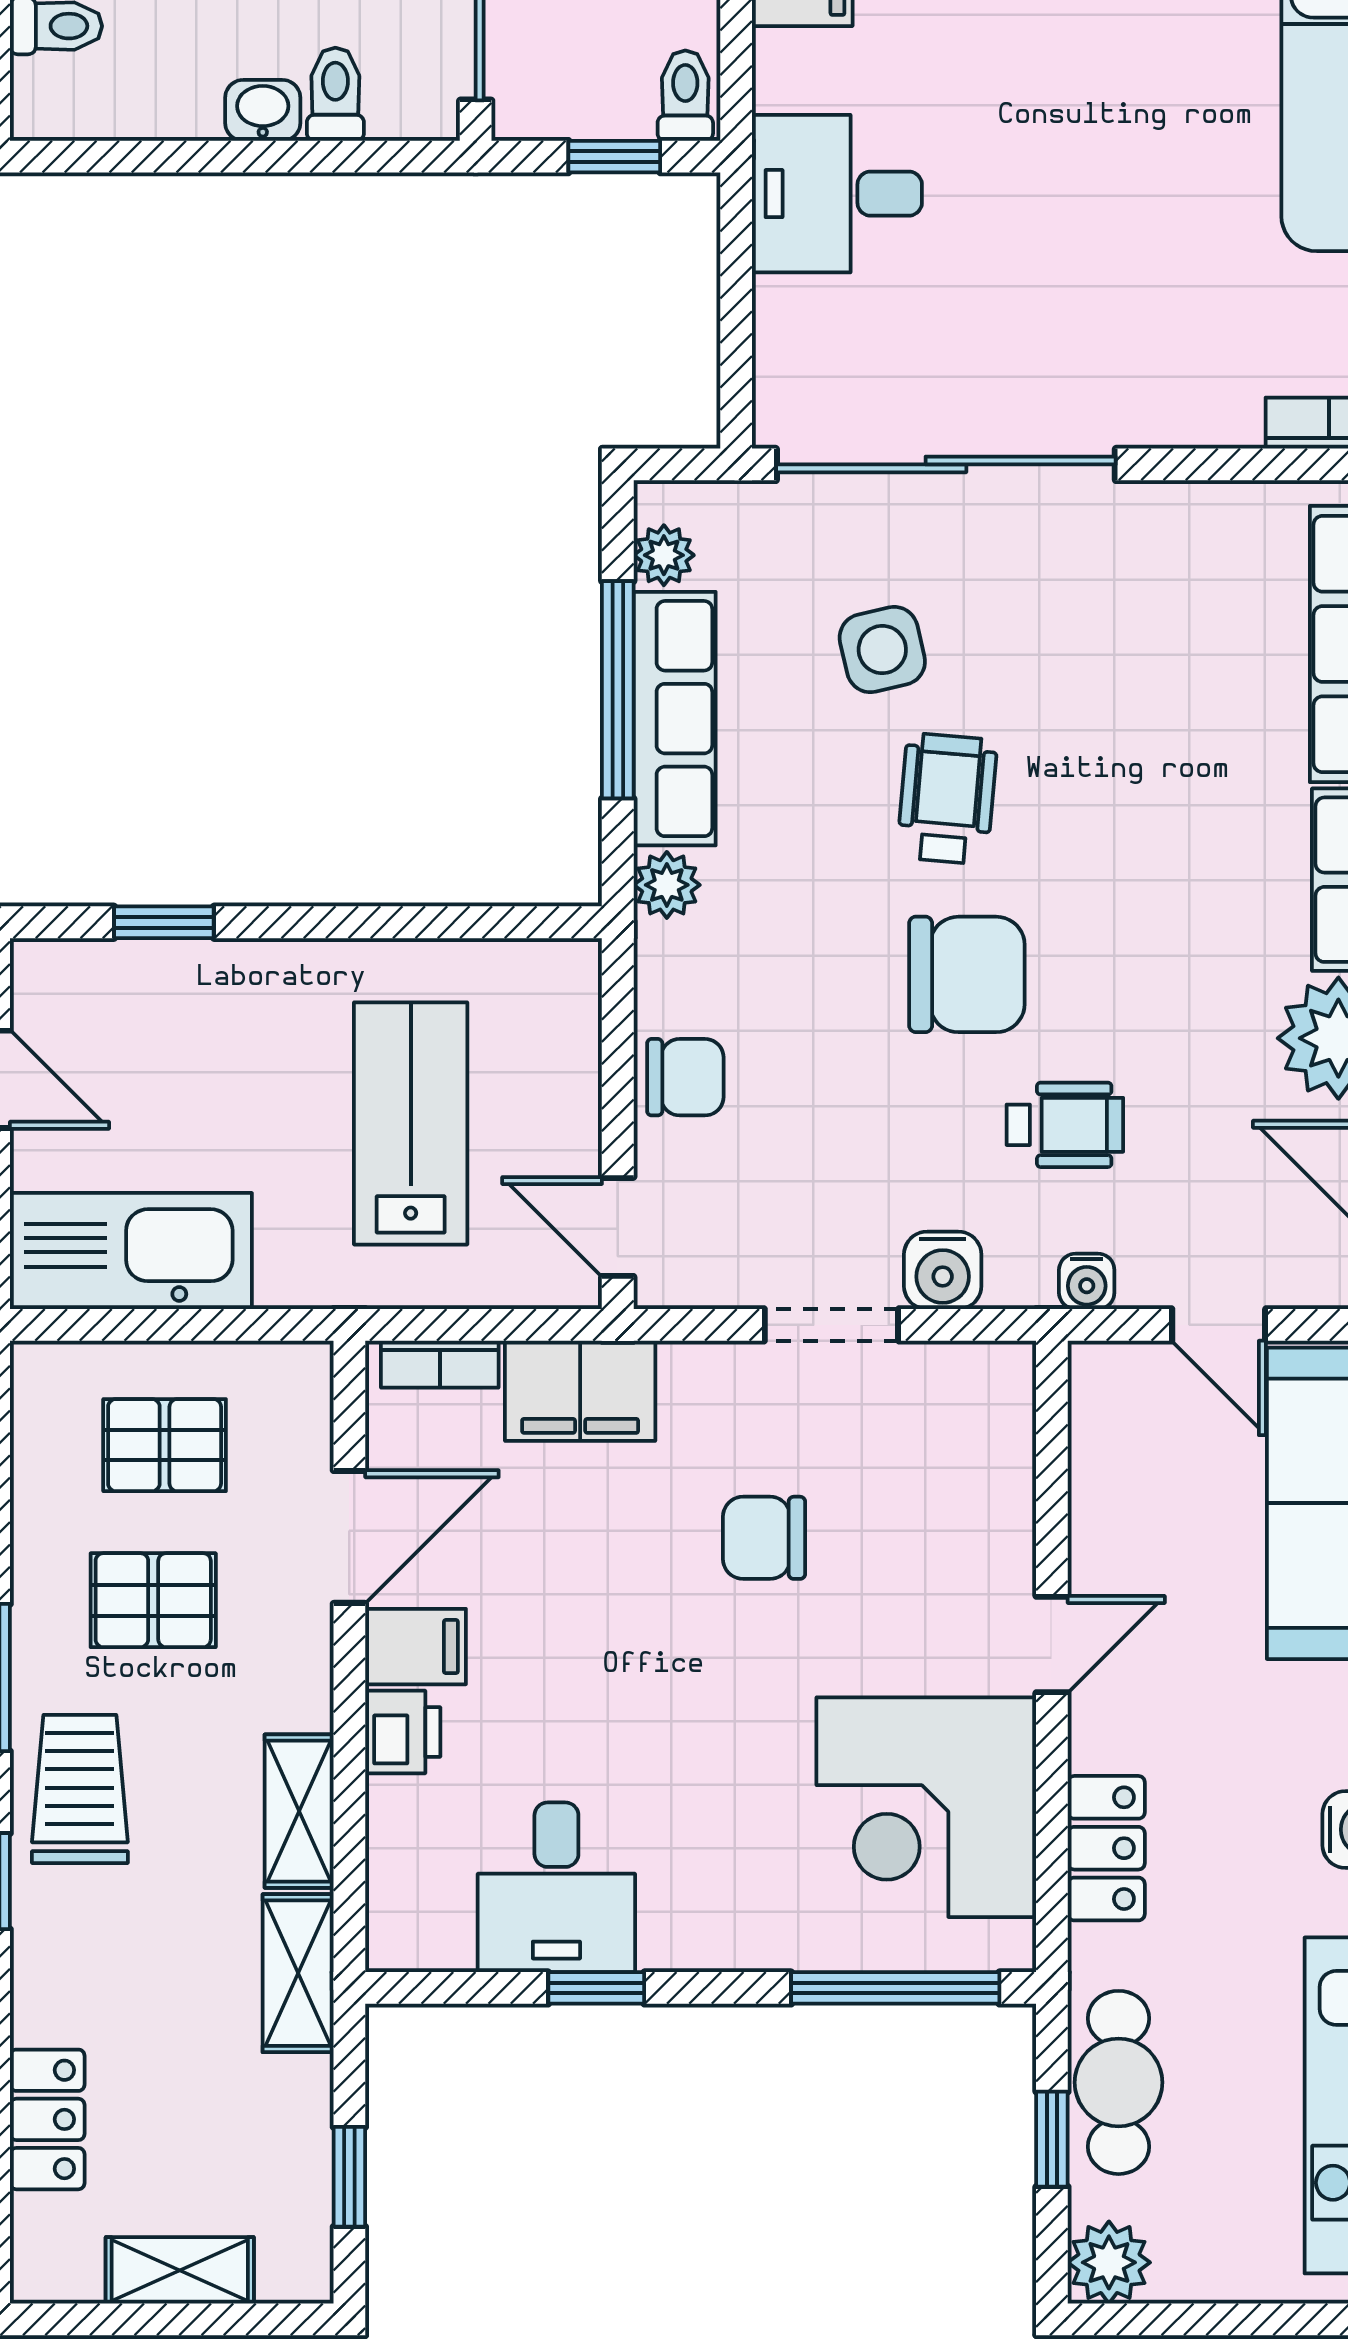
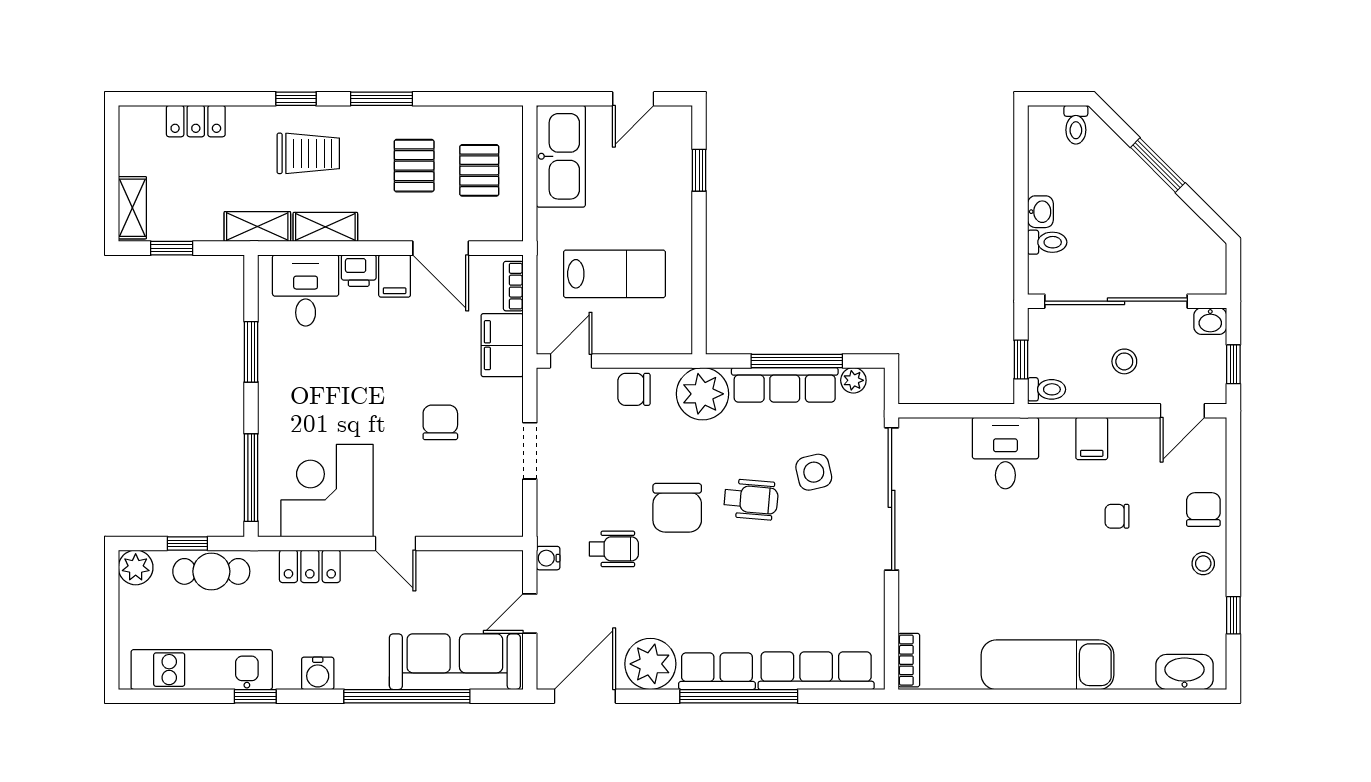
plant: (667, 885) -> (703, 394), width x1.87, depth x1.87
chair: (685, 1077) -> (634, 389), turned 90
wheelchair: (1065, 1125) -> (614, 549), turned -90
water cooler: (943, 1270) -> (553, 498), removed
trolley: (80, 1789) -> (308, 153), moved
desk: (556, 1887) -> (306, 290), moved, turned 90
window: (596, 1988) -> (251, 352), width x1.50
shelving: (180, 2270) -> (132, 208), moved

